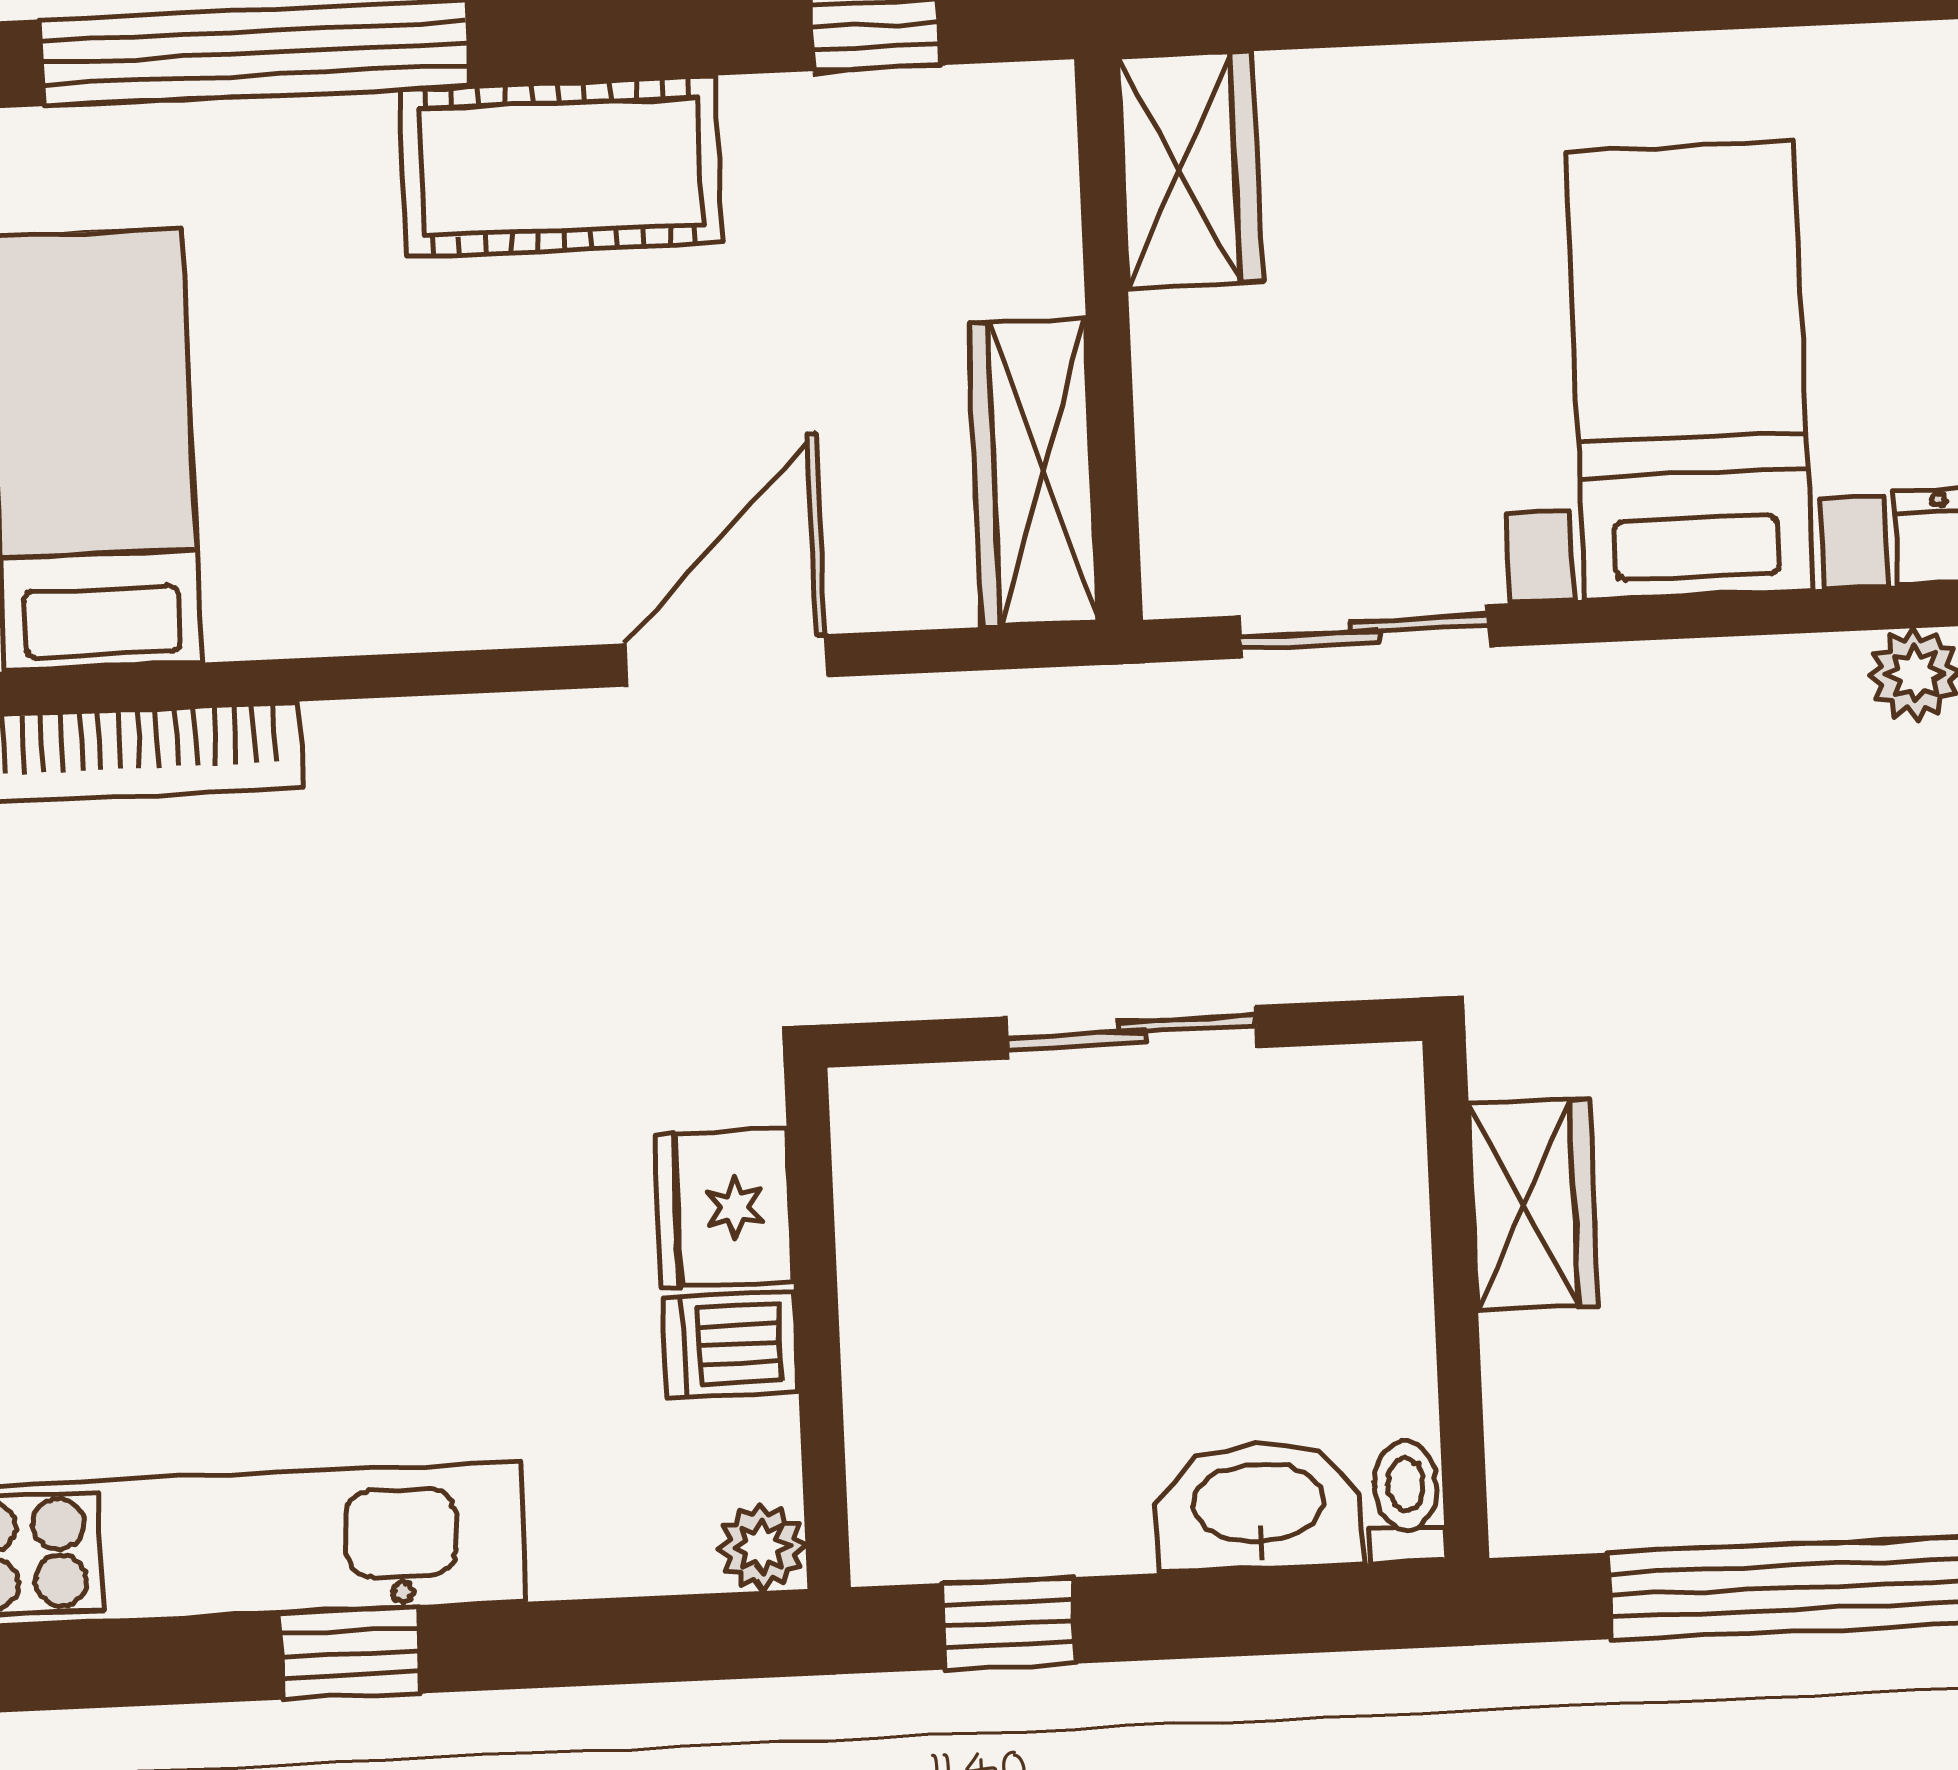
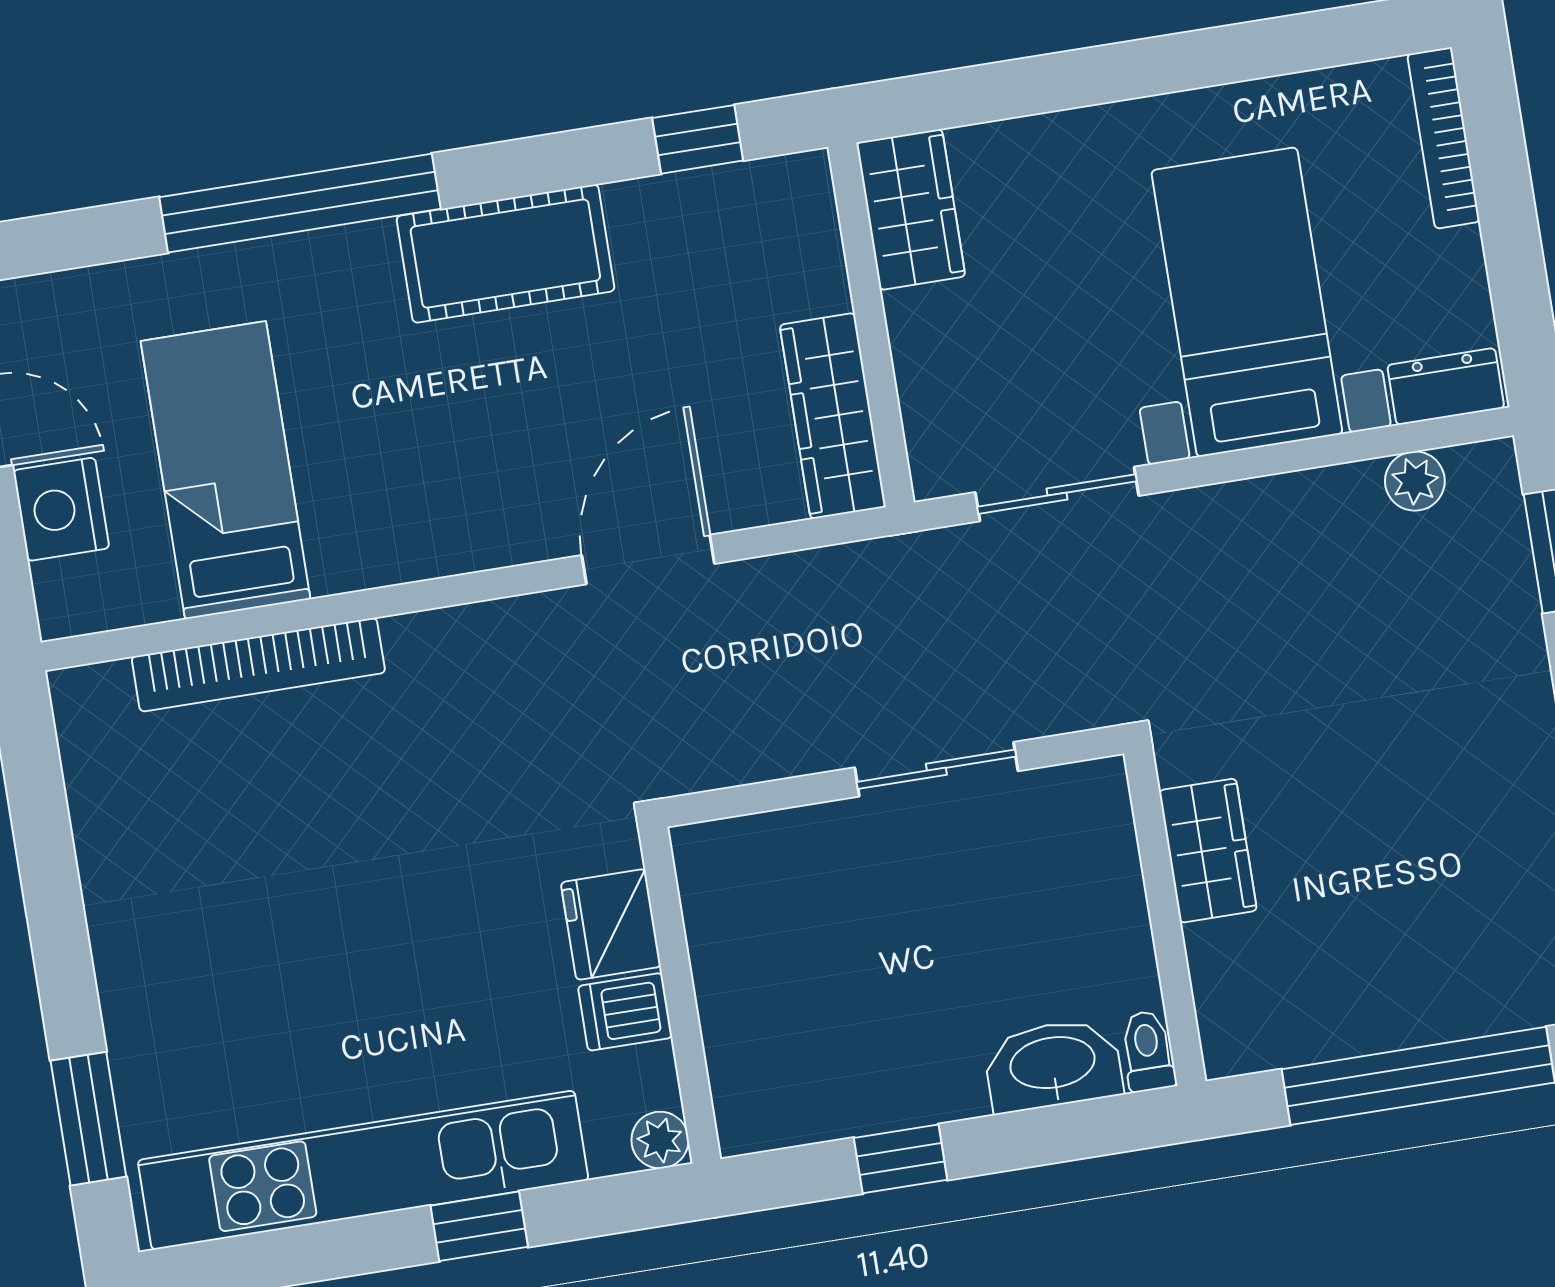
fridge: (724, 1208) -> (611, 925), moved
wall: (817, 1328) -> (680, 995), moved
dishwasher: (731, 1345) -> (625, 1012), moved
plant: (762, 1547) -> (660, 1140), moved

